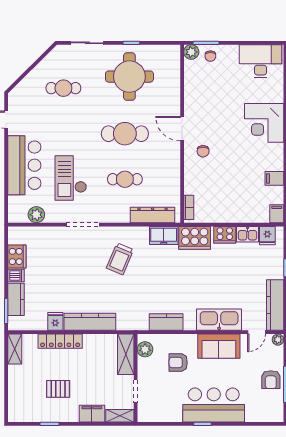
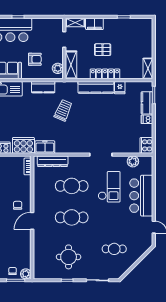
round table: (129, 77) -> (69, 257), width x0.73, depth x0.73
door: (182, 129) -> (32, 221), swing flipped
cafe table: (125, 179) -> (72, 186), width x1.37, depth x1.35
cooker: (17, 256) -> (146, 145), moved
trolley: (120, 259) -> (63, 110), moved
locker: (60, 341) -> (105, 74), moved
pallet: (58, 389) -> (103, 50), moved

